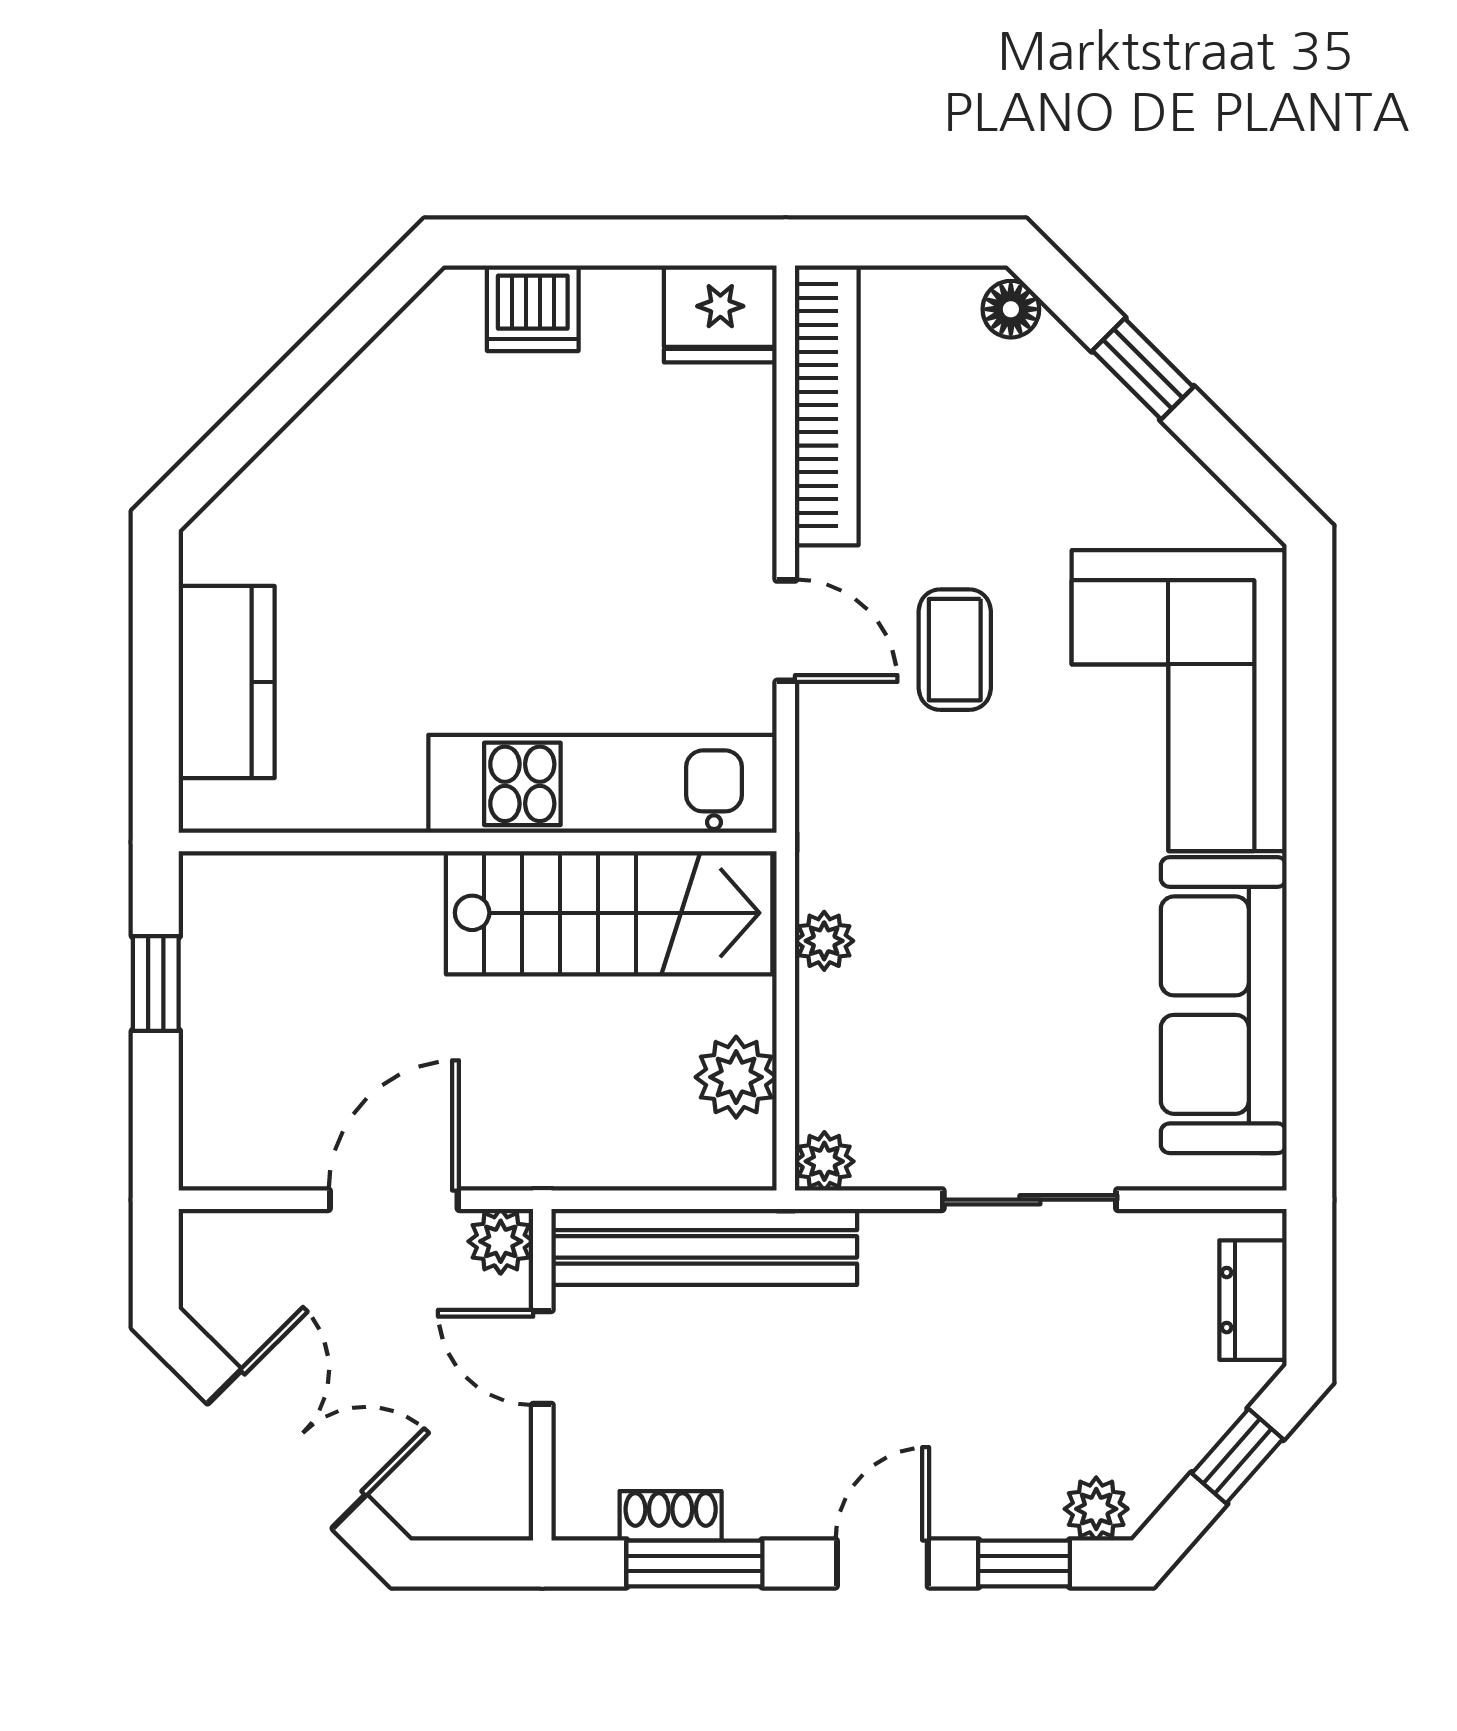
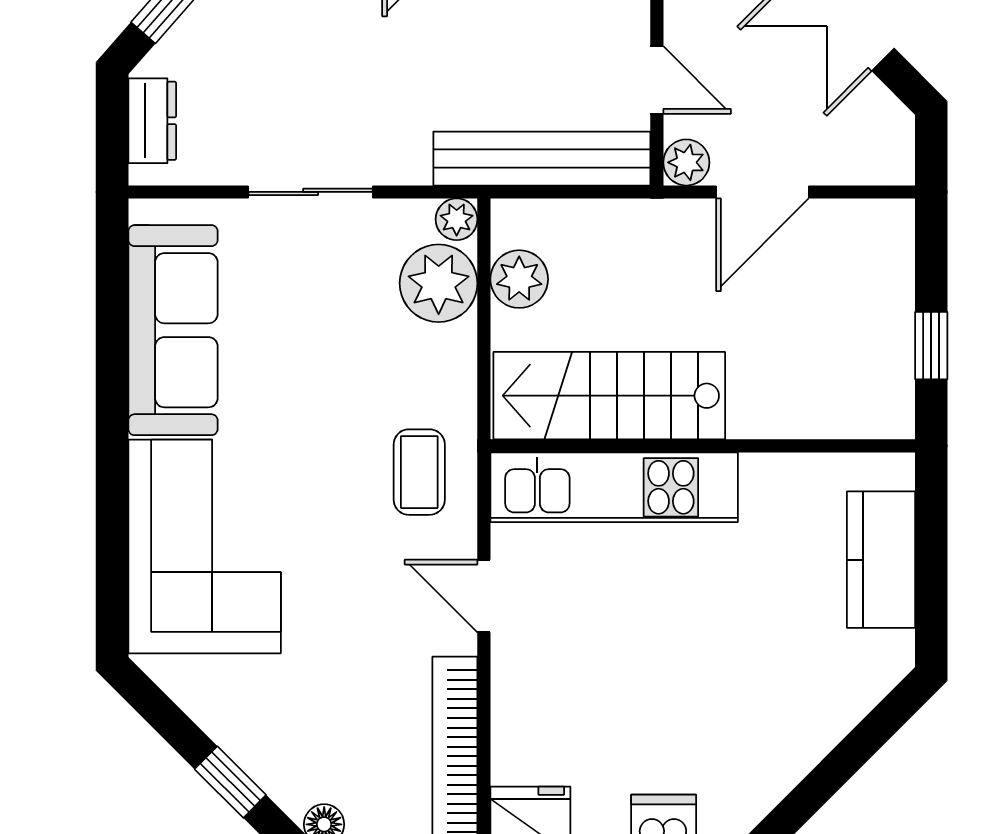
coffee table: (955, 650) -> (419, 472), moved
plant: (824, 941) -> (439, 283), moved, width x1.88, depth x1.88

